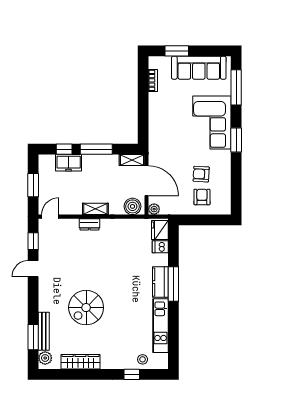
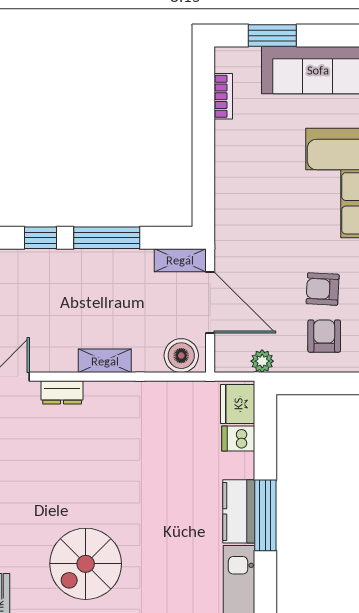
freezer: (69, 163) -> (50, 266), removed
plant: (154, 209) -> (262, 361), moved
dresser: (89, 224) -> (62, 392), moved

